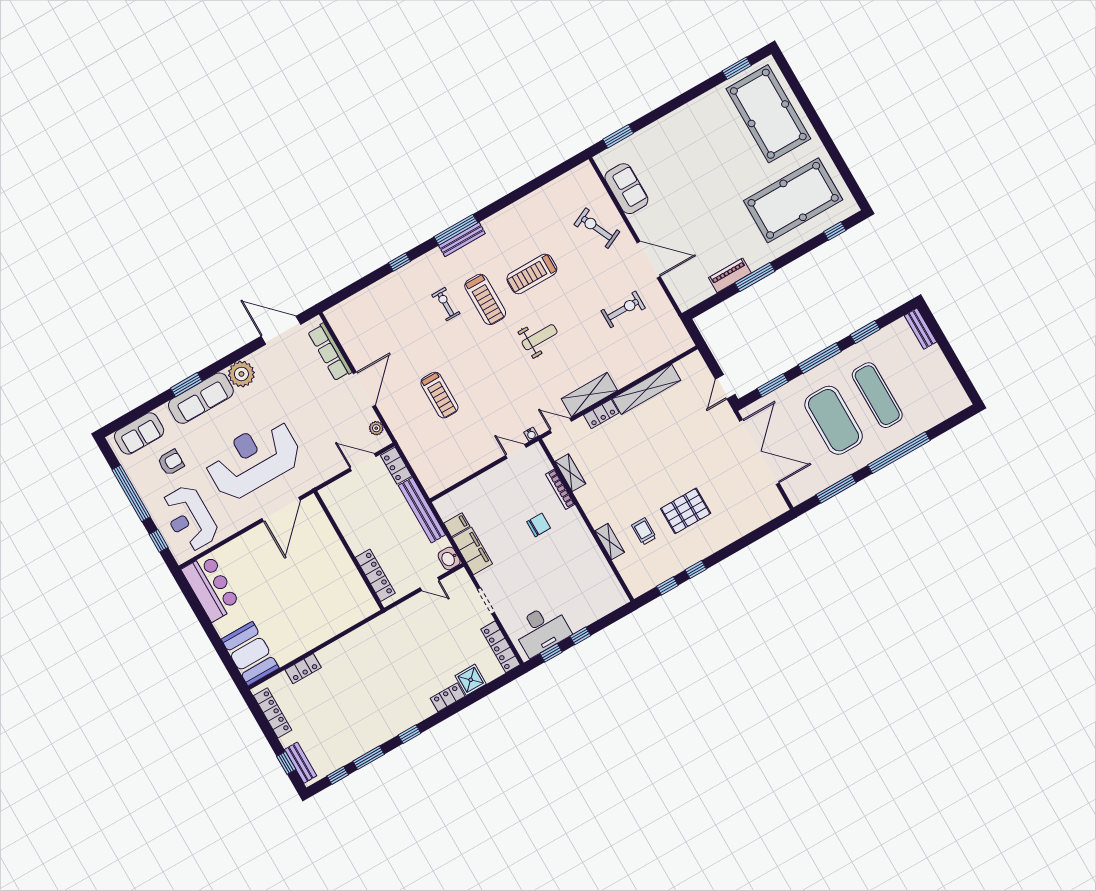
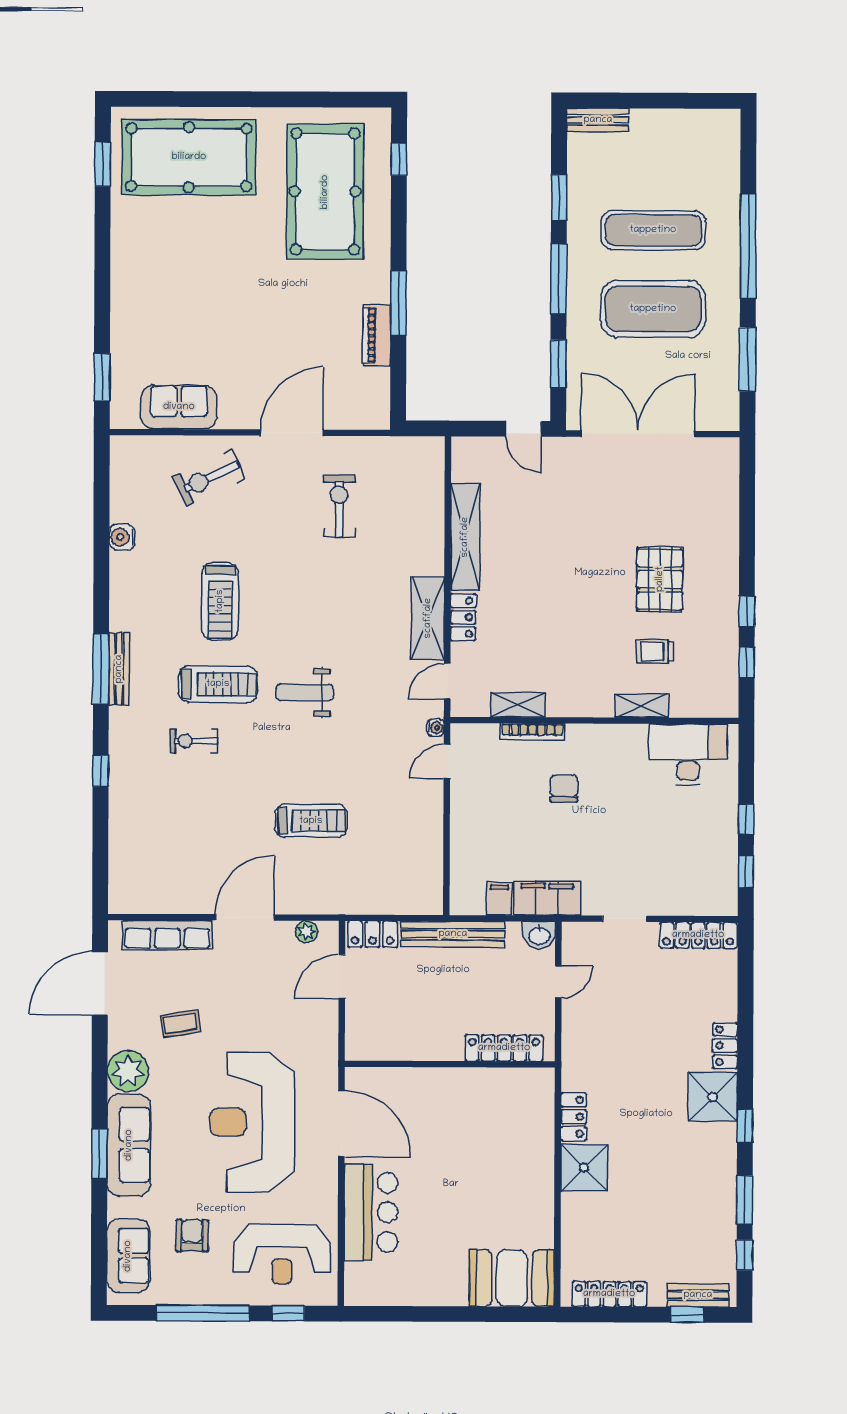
water cooler: (536, 199) -> (122, 537), added
weight bench: (540, 337) -> (305, 692), moved, turned -90
coffee table: (285, 388) -> (180, 1023), added
door: (364, 389) -> (245, 917), hinge flipped
bar counter: (211, 588) -> (371, 1212), moved, turned 90
desk: (541, 630) -> (688, 754), moved, turned -90
shower: (335, 658) -> (584, 1168), added
locker: (303, 669) -> (574, 1117), moved
shower: (471, 680) -> (713, 1097), moved, width x1.36, depth x1.36

